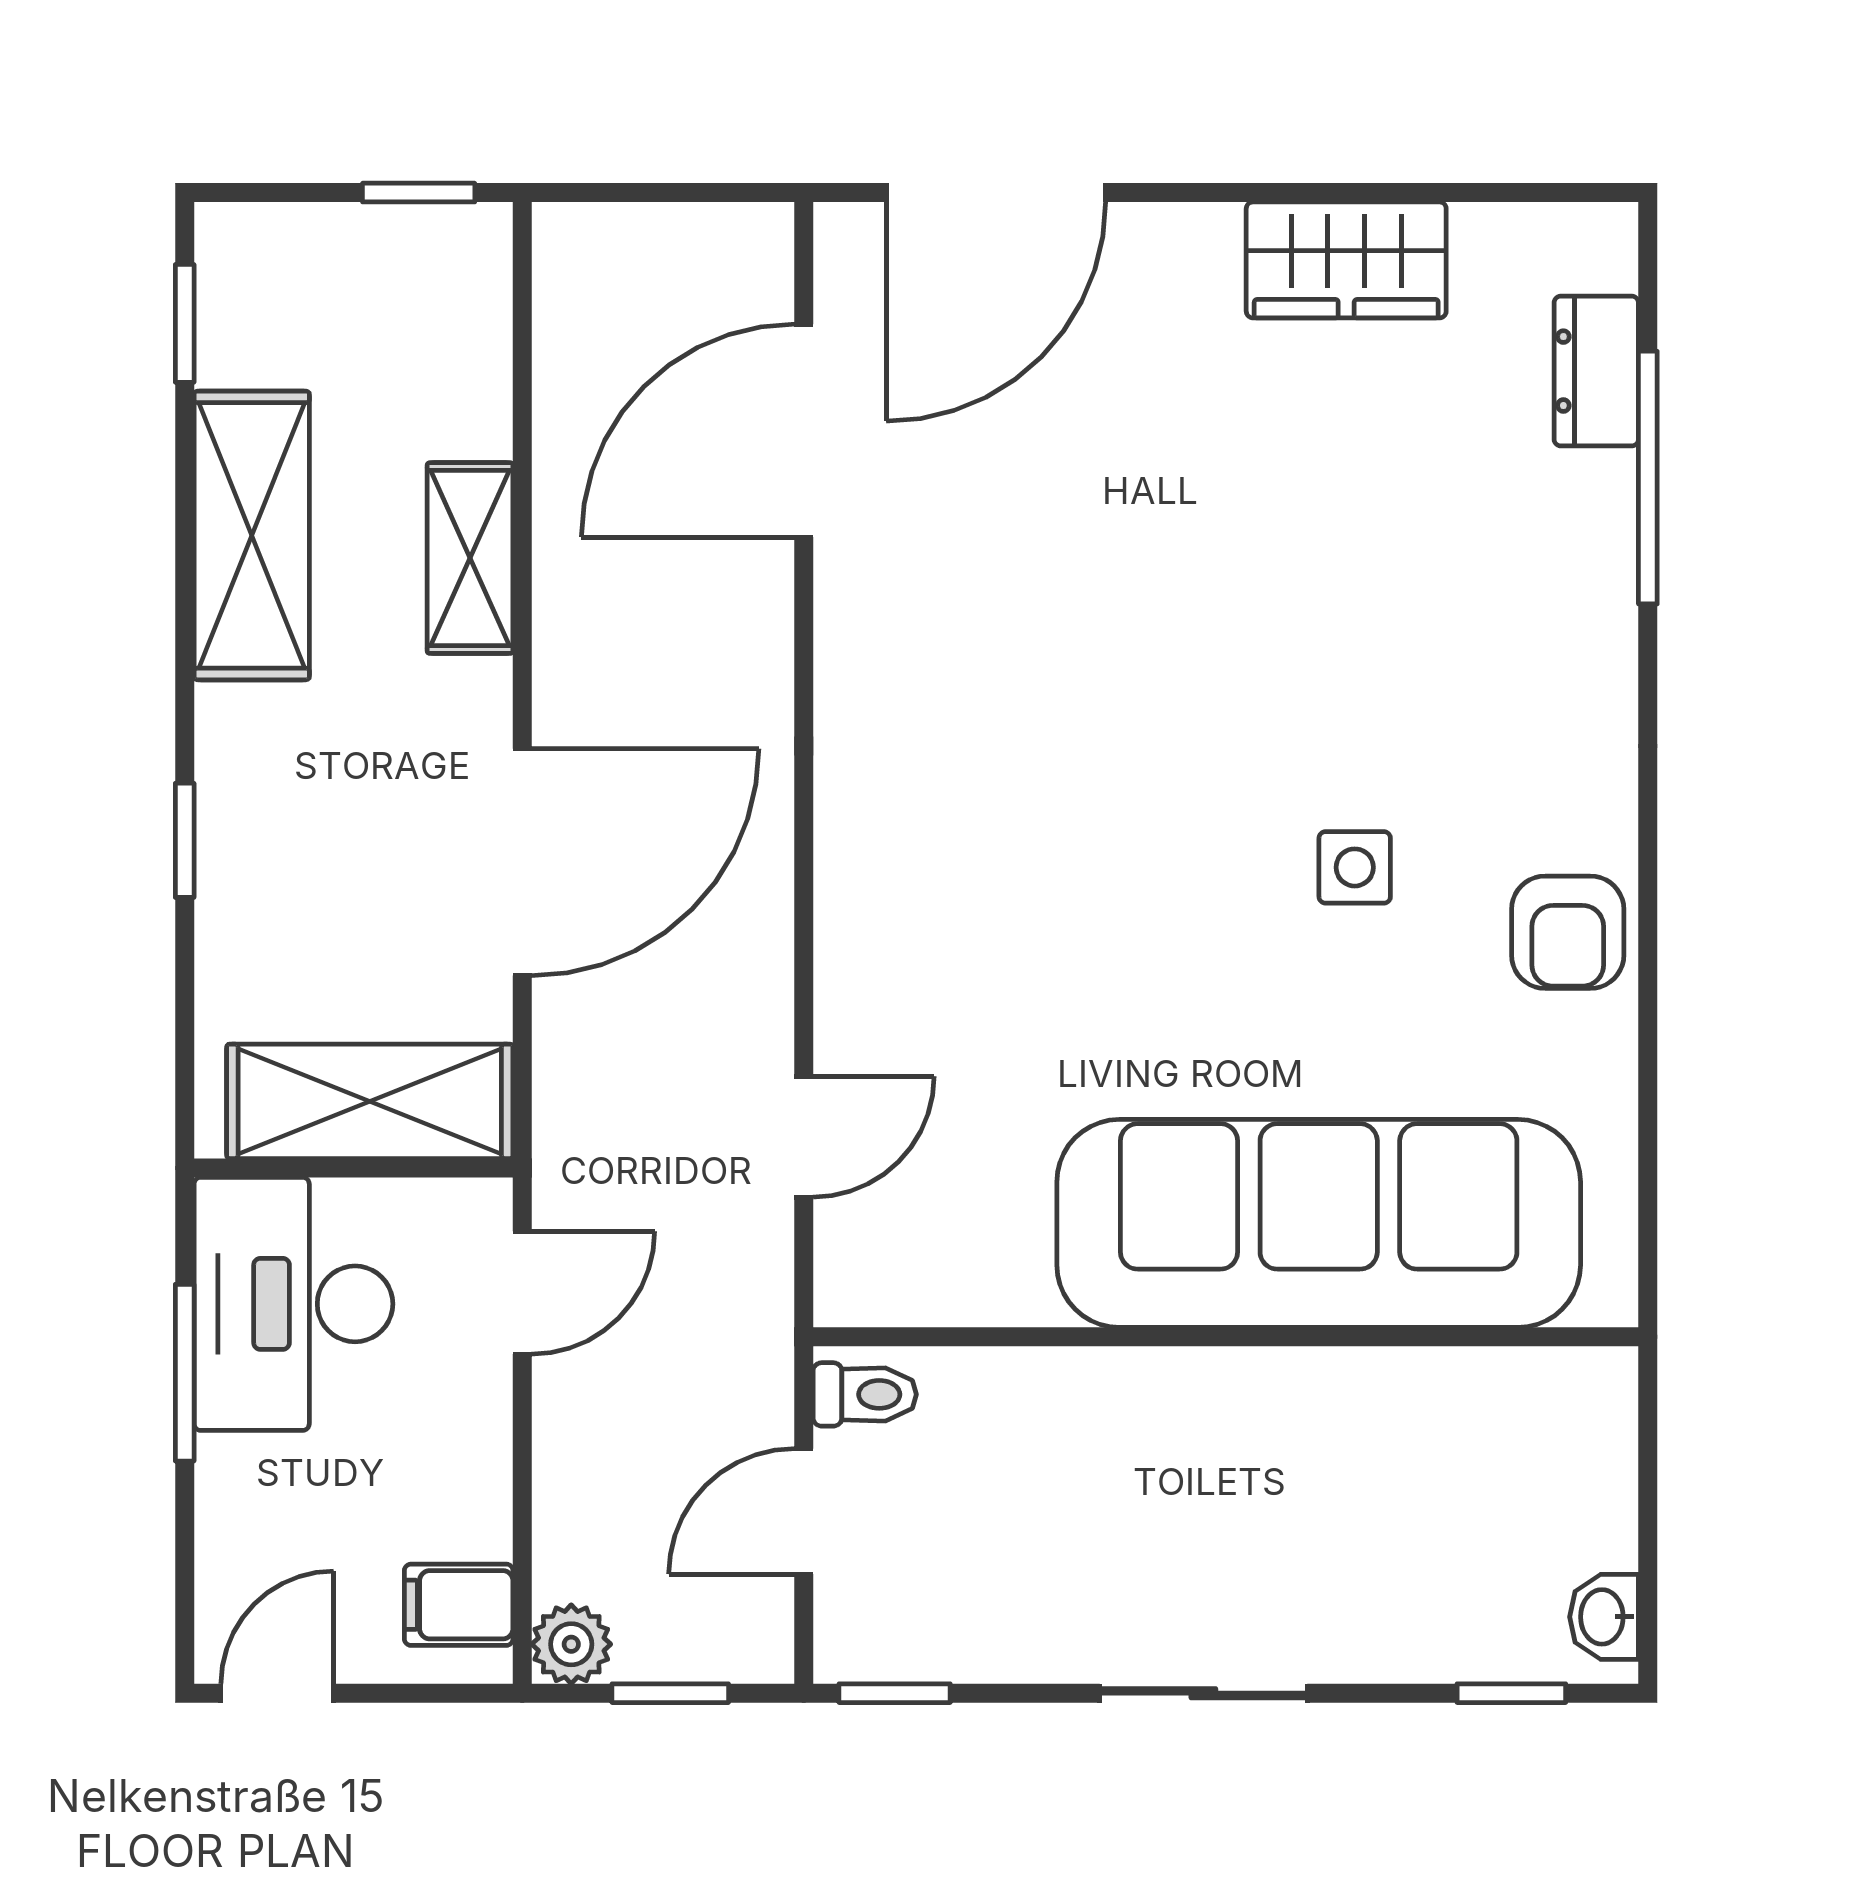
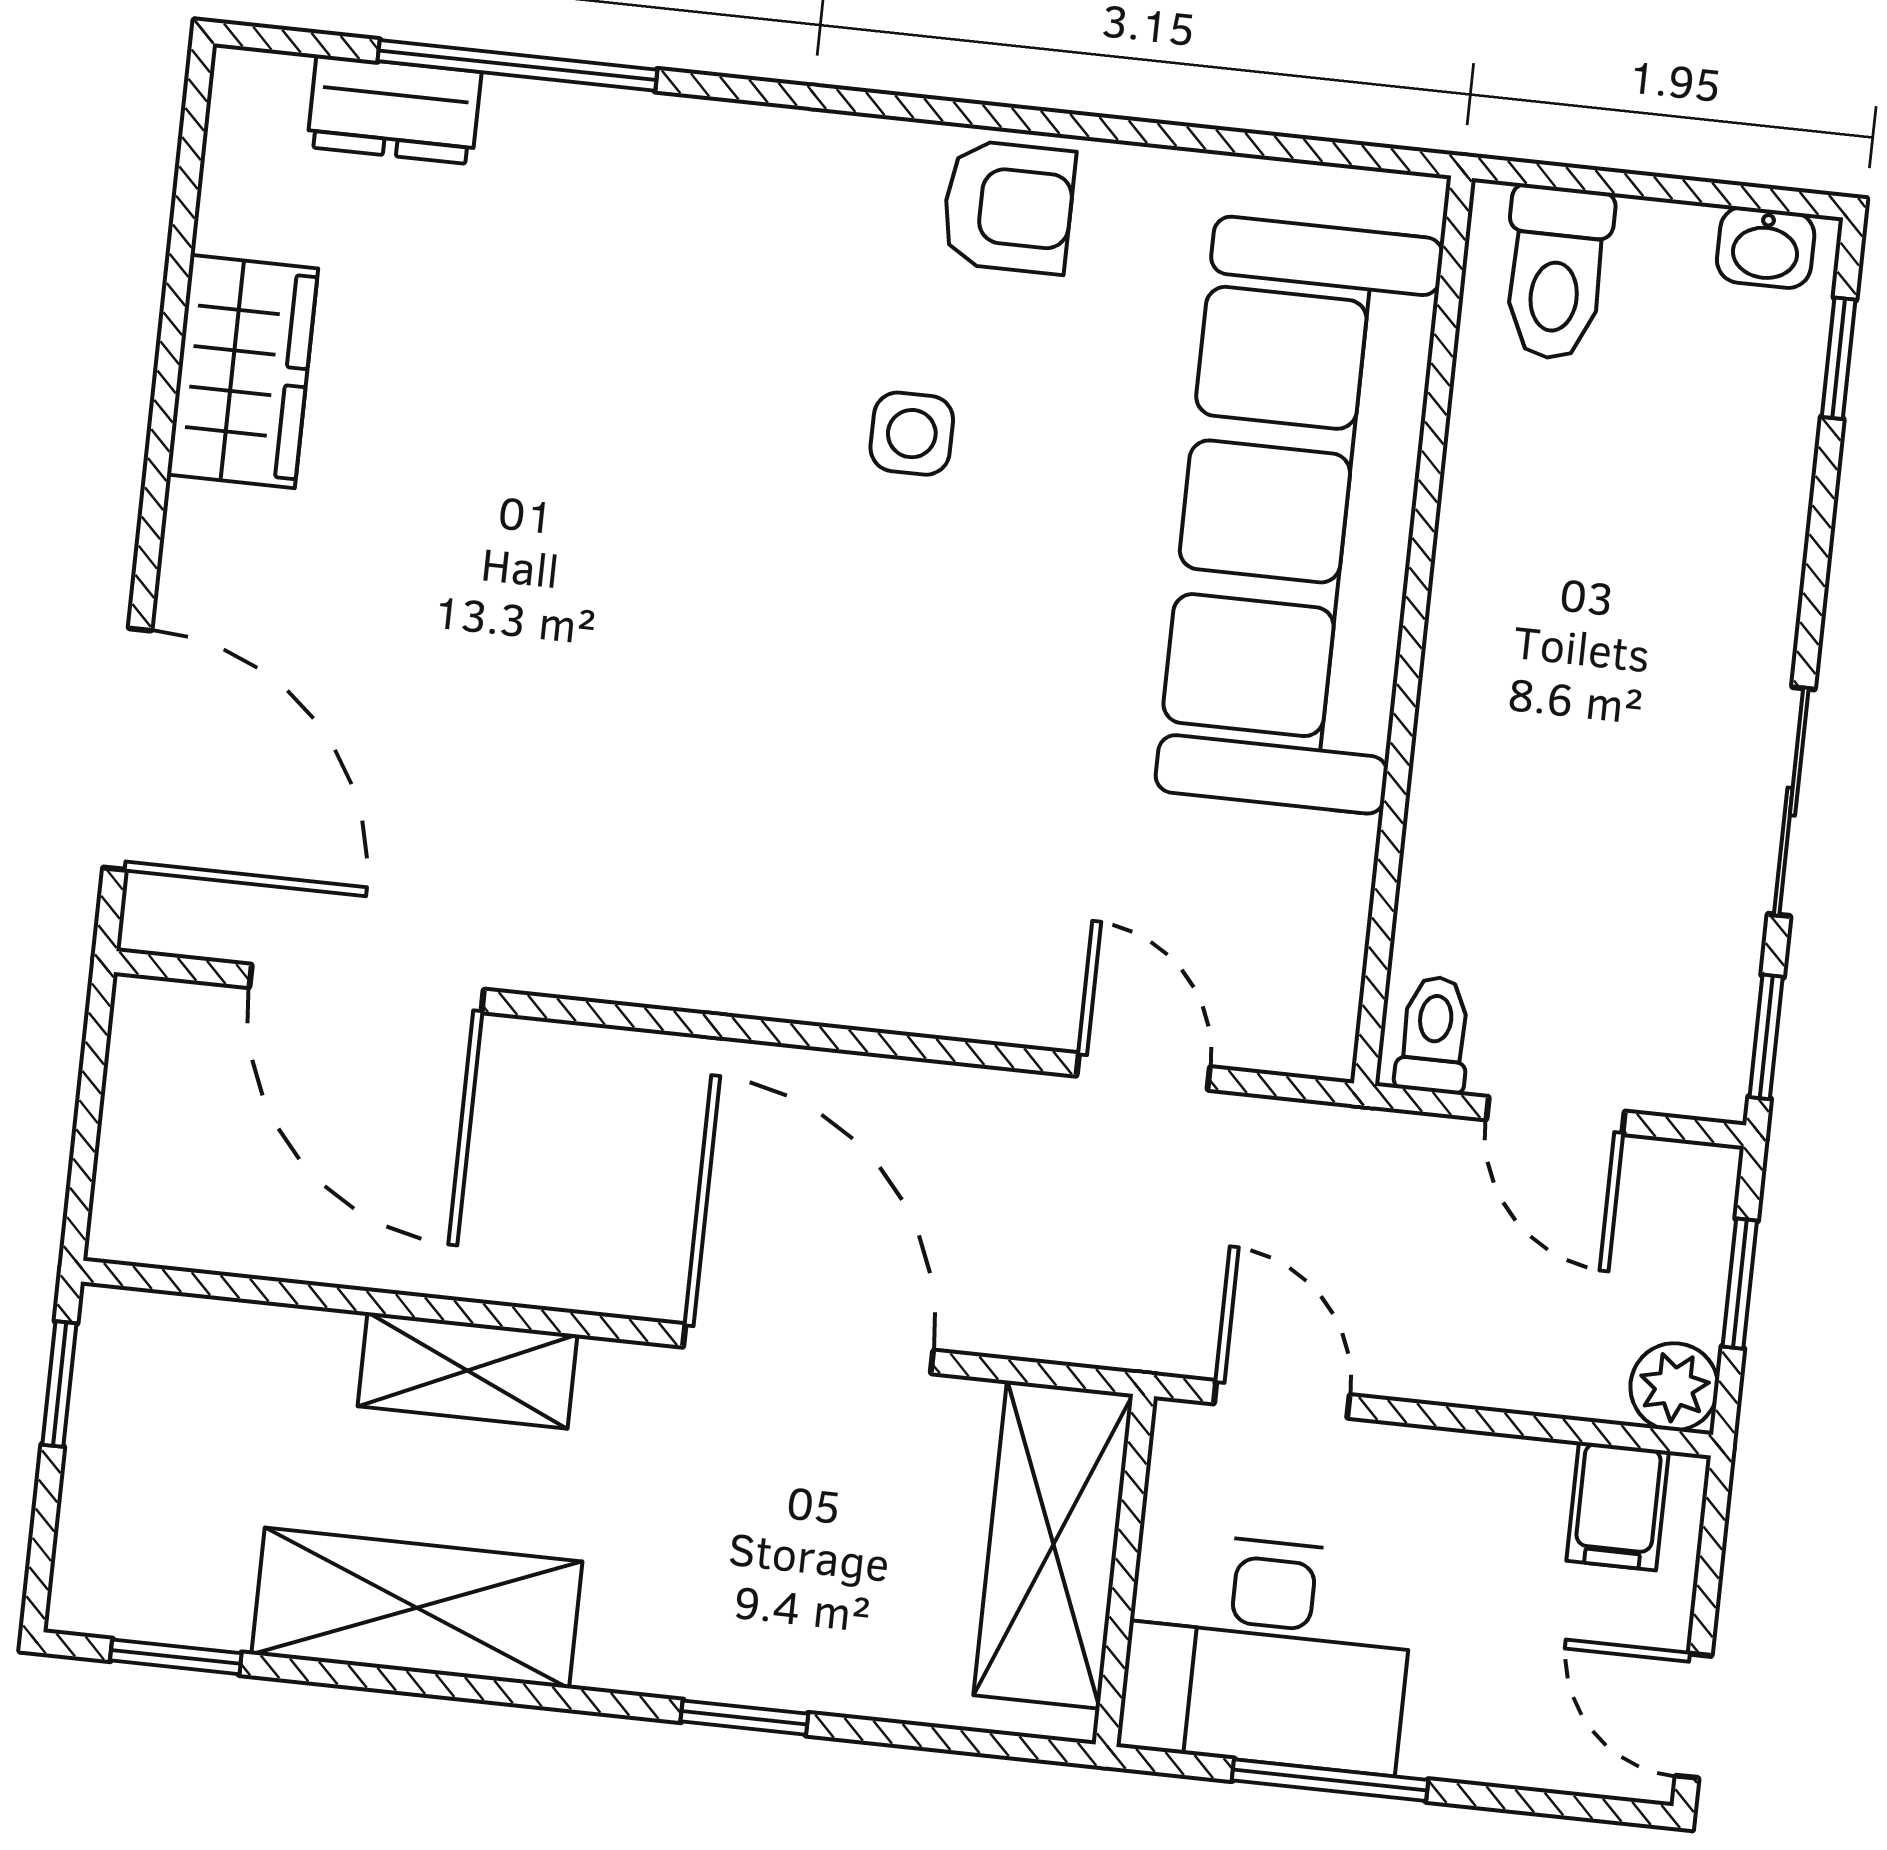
toilet: (1561, 1431) -> (1556, 273), added
sliding door: (1203, 1693) -> (1791, 802), moved

